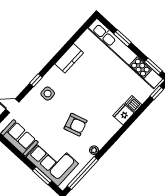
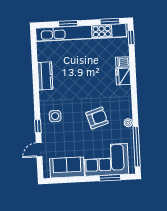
window: (36, 80) -> (38, 126), moved

